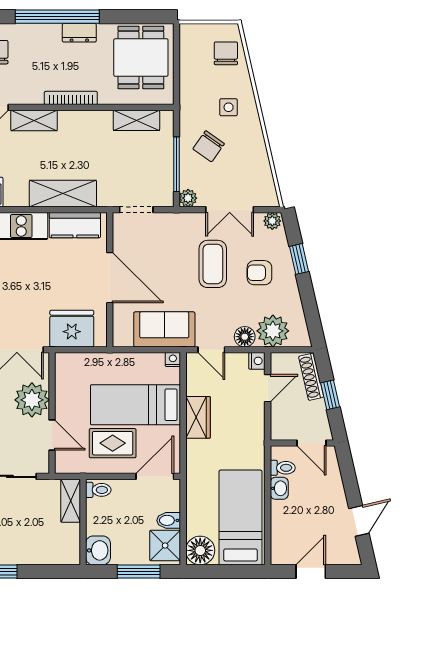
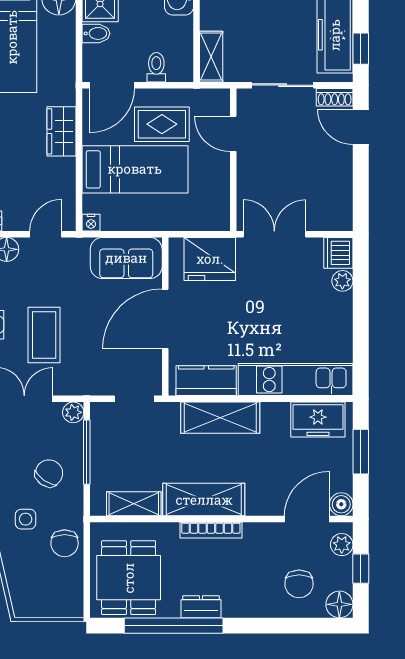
window: (57, 17) -> (174, 626), moved
chair: (226, 53) -> (65, 543), moved
shelving: (34, 120) -> (204, 500), moved, width x1.50, depth x1.33
door: (110, 278) -> (165, 319), hinge flipped
sofa: (164, 329) -> (126, 258), moved
door: (211, 350) -> (46, 234), hinge flipped
plant: (32, 400) -> (257, 175), removed
wardrobe: (198, 417) -> (61, 131), moved
toilet: (98, 490) -> (156, 67), moved, turned 90

